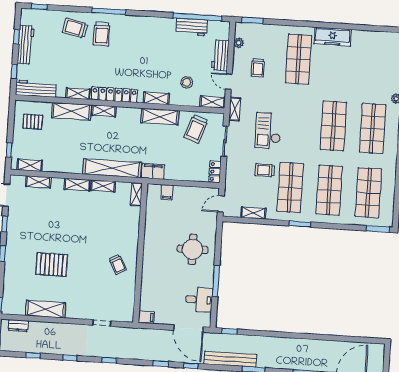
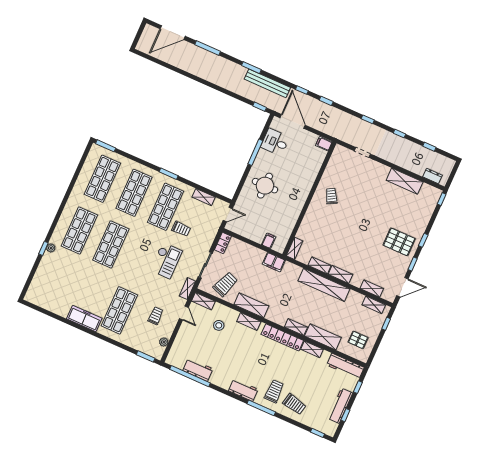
workbench: (220, 55) -> (243, 390), moved, turned -90
shelving: (112, 168) -> (324, 285), moved
pallet: (52, 265) -> (399, 242), moved

